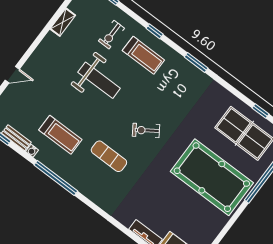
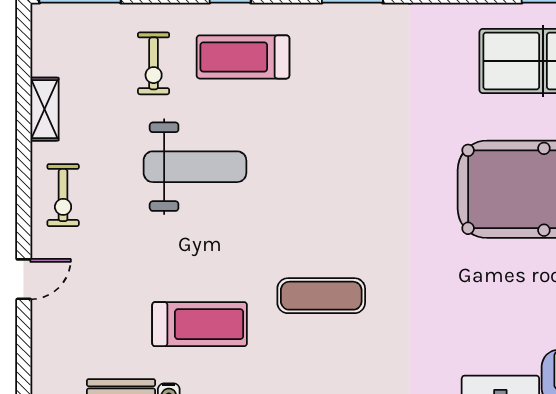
treadmill: (143, 55) -> (243, 57), turned 180
exercise bike: (146, 130) -> (63, 195), moved, turned -56

